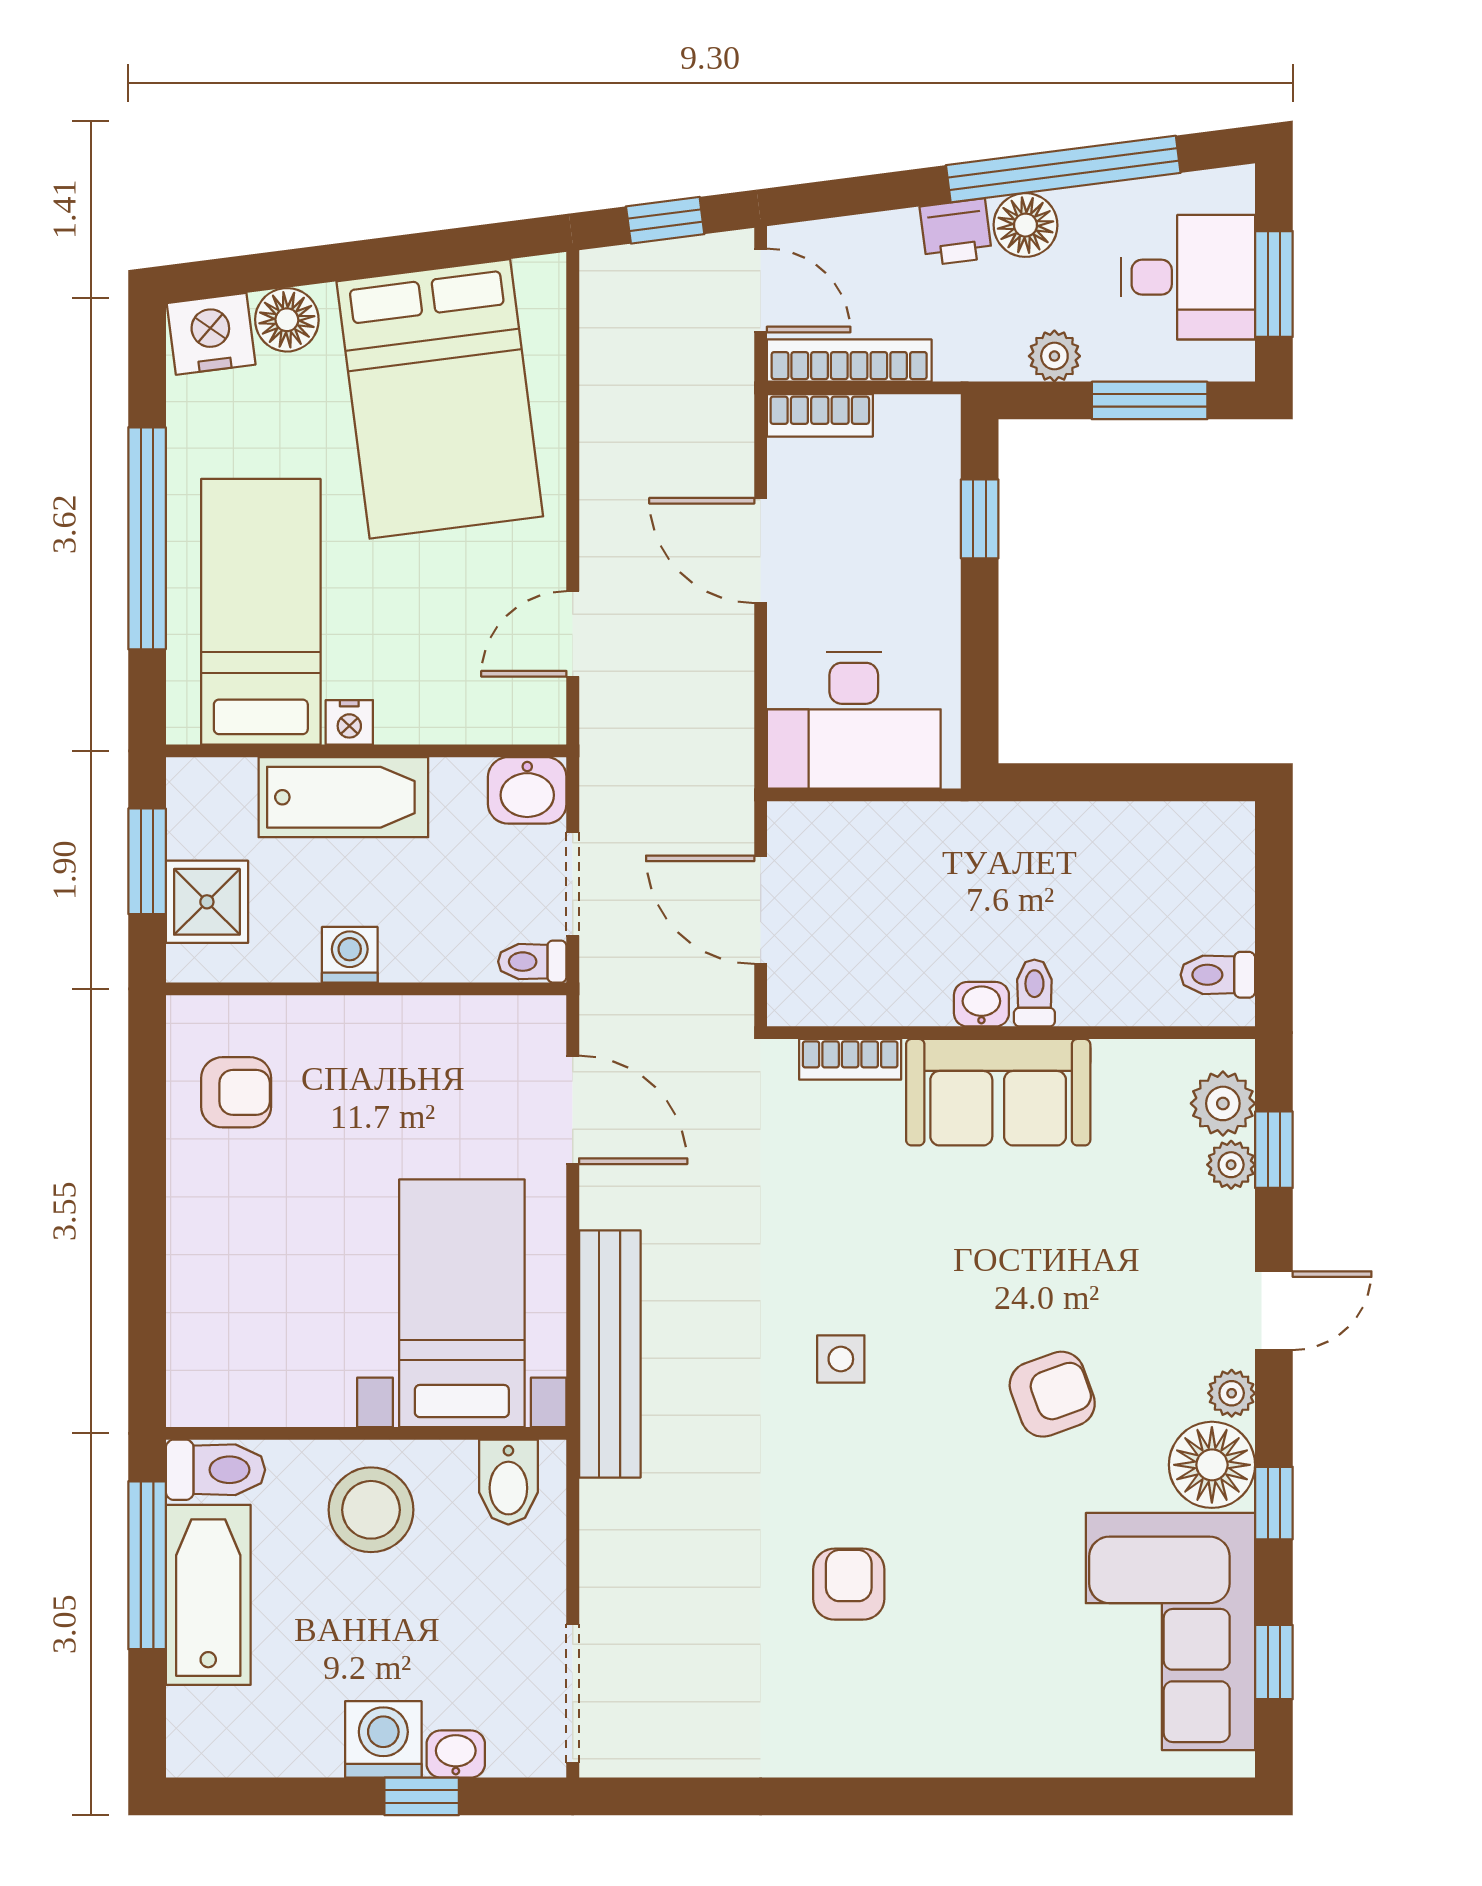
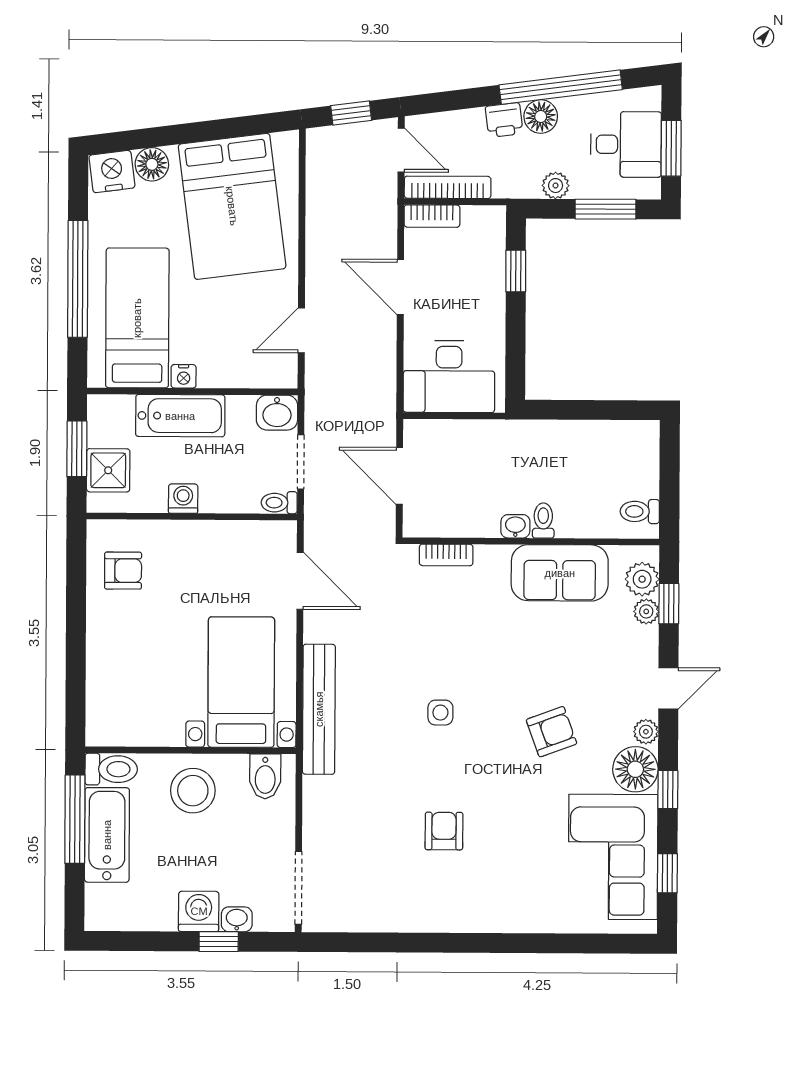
sofa: (998, 1092) -> (560, 573), moved

